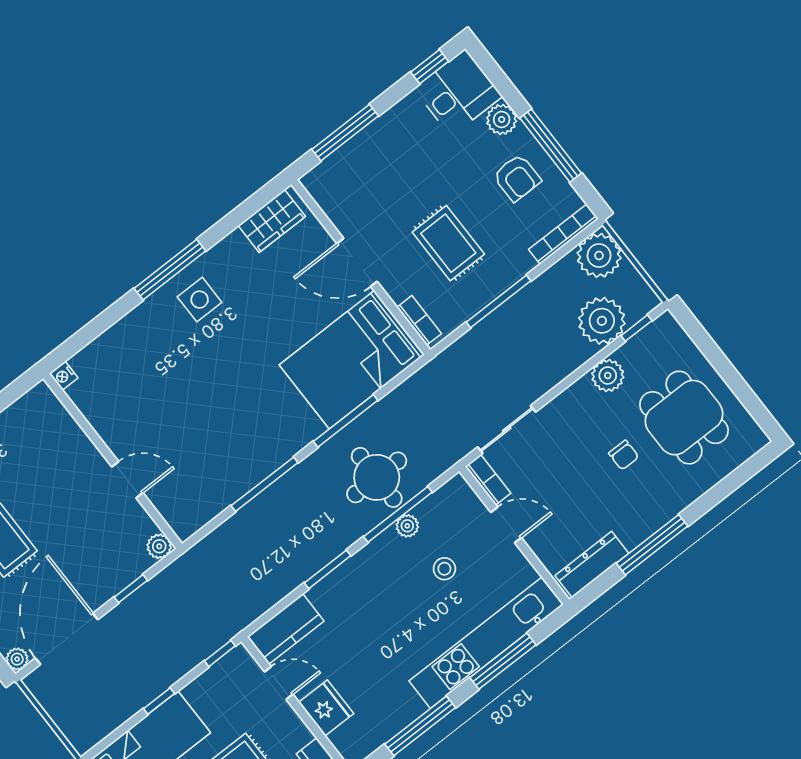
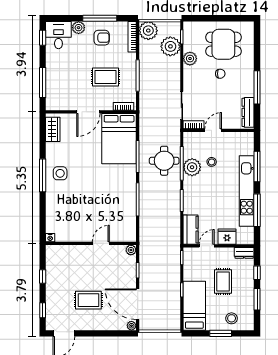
plant: (407, 526) -> (192, 167), width x1.88, depth x1.88
kitchen unit: (486, 643) -> (247, 191), moved

